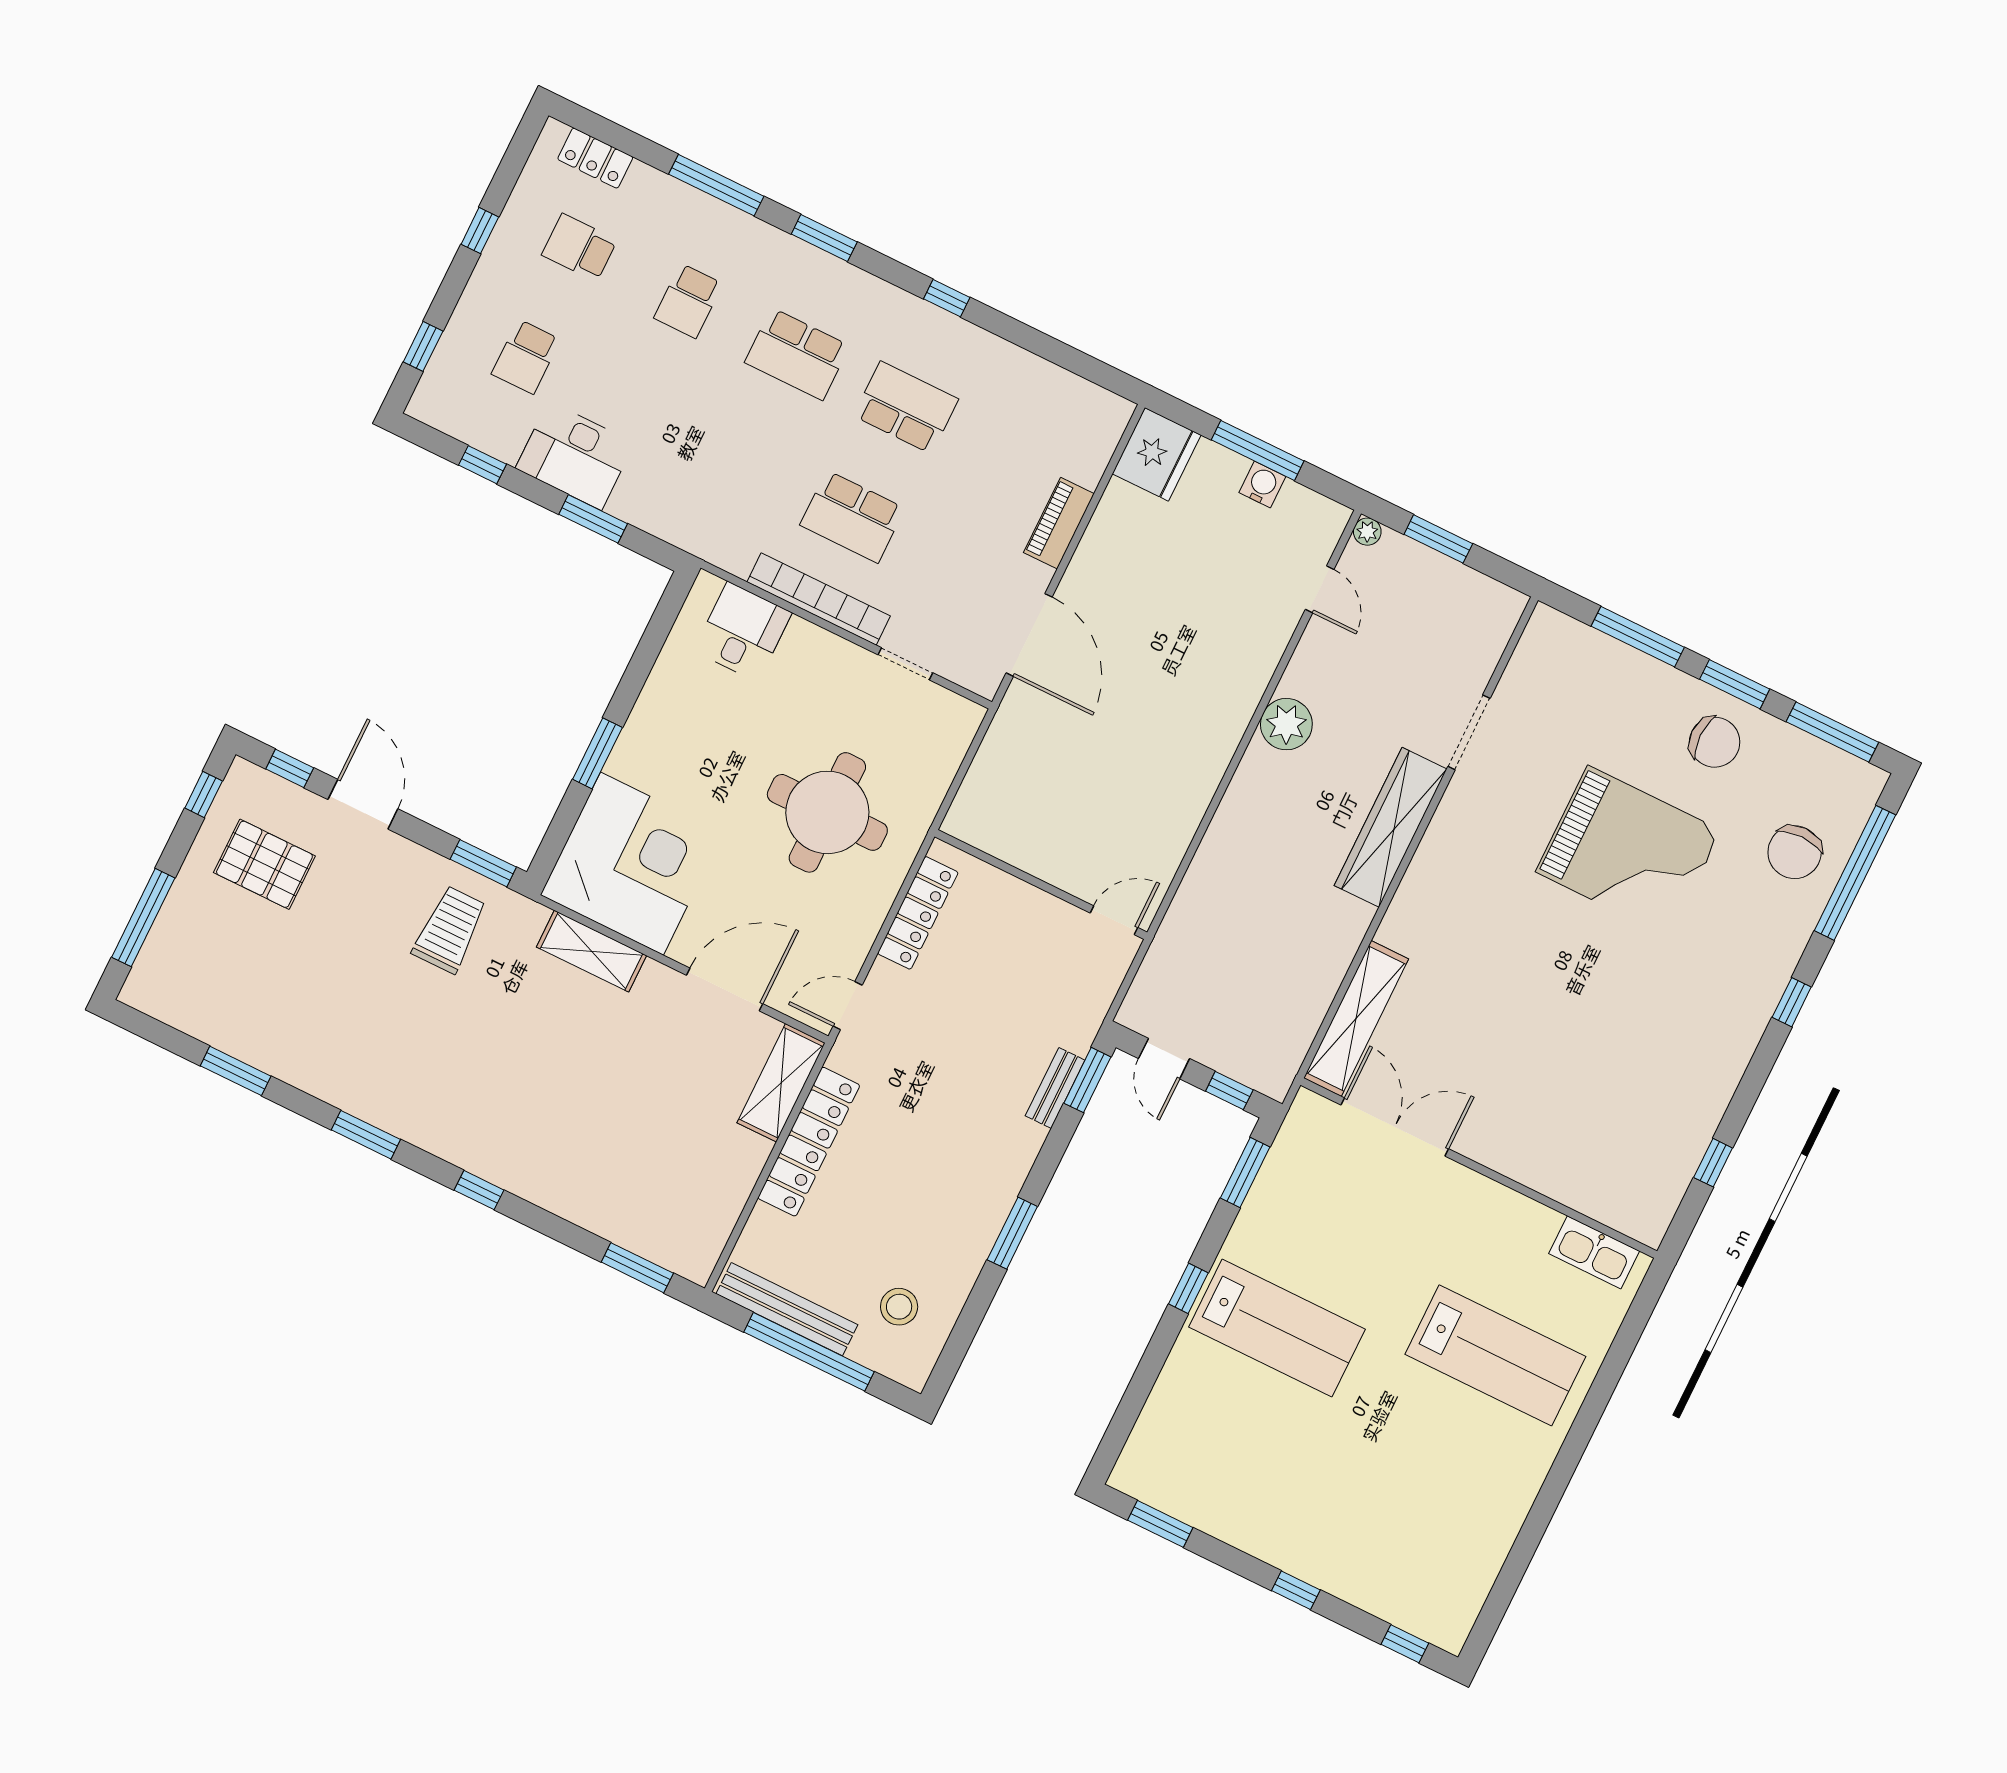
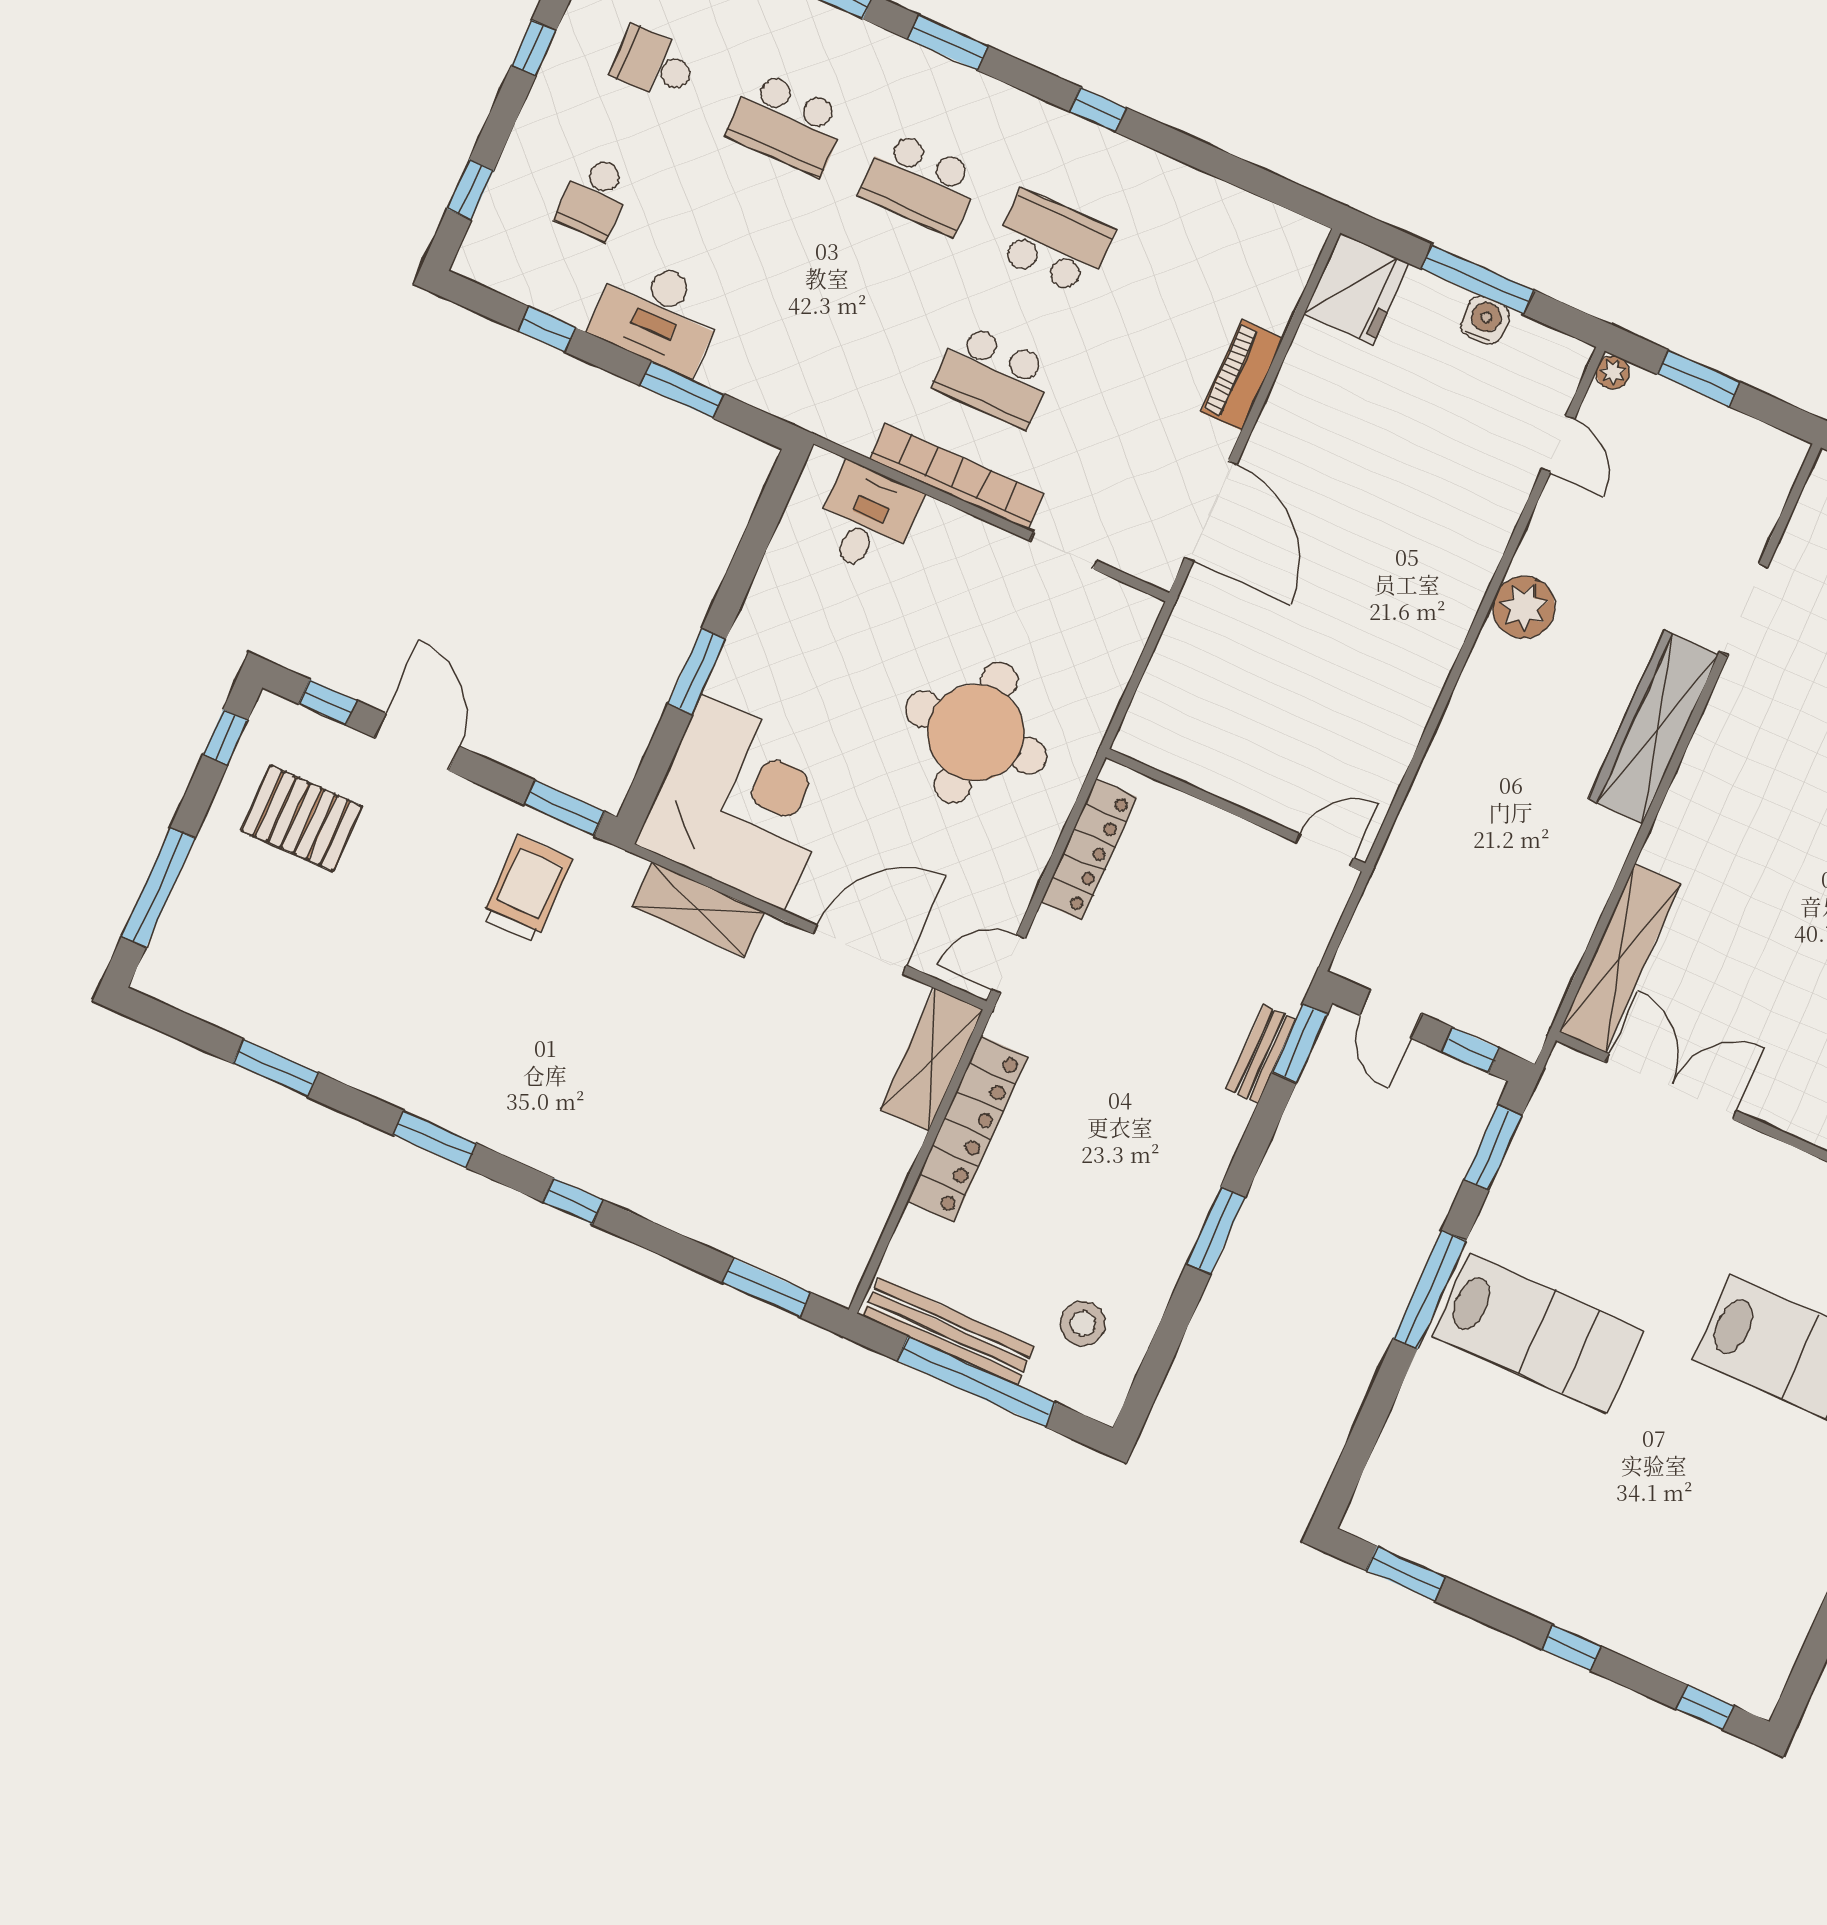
school desk: (688, 301) -> (787, 124), width x1.85
window: (1188, 1288) -> (1430, 1289), width x2.17

